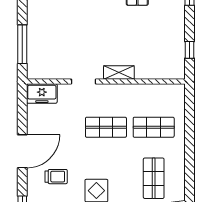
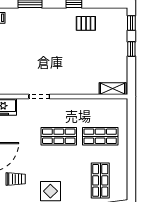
window: (190, 50) -> (131, 49), moved
shelving: (119, 72) -> (113, 89), moved

